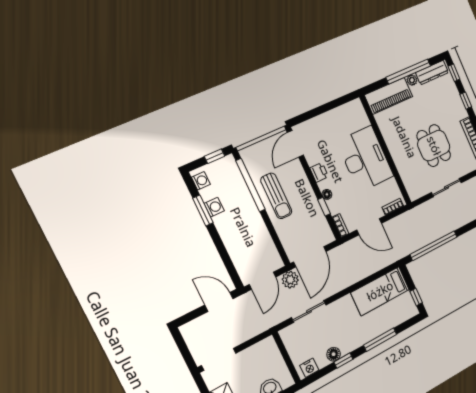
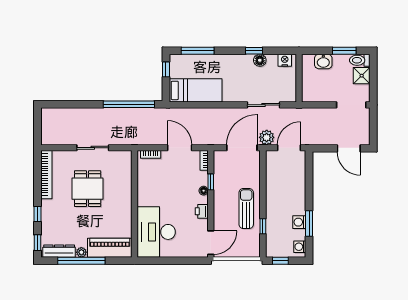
desk: (365, 159) -> (156, 232), moved
window: (250, 185) -> (263, 226), width x0.32
door: (219, 302) -> (349, 148), moved
window: (380, 340) -> (198, 51), moved

